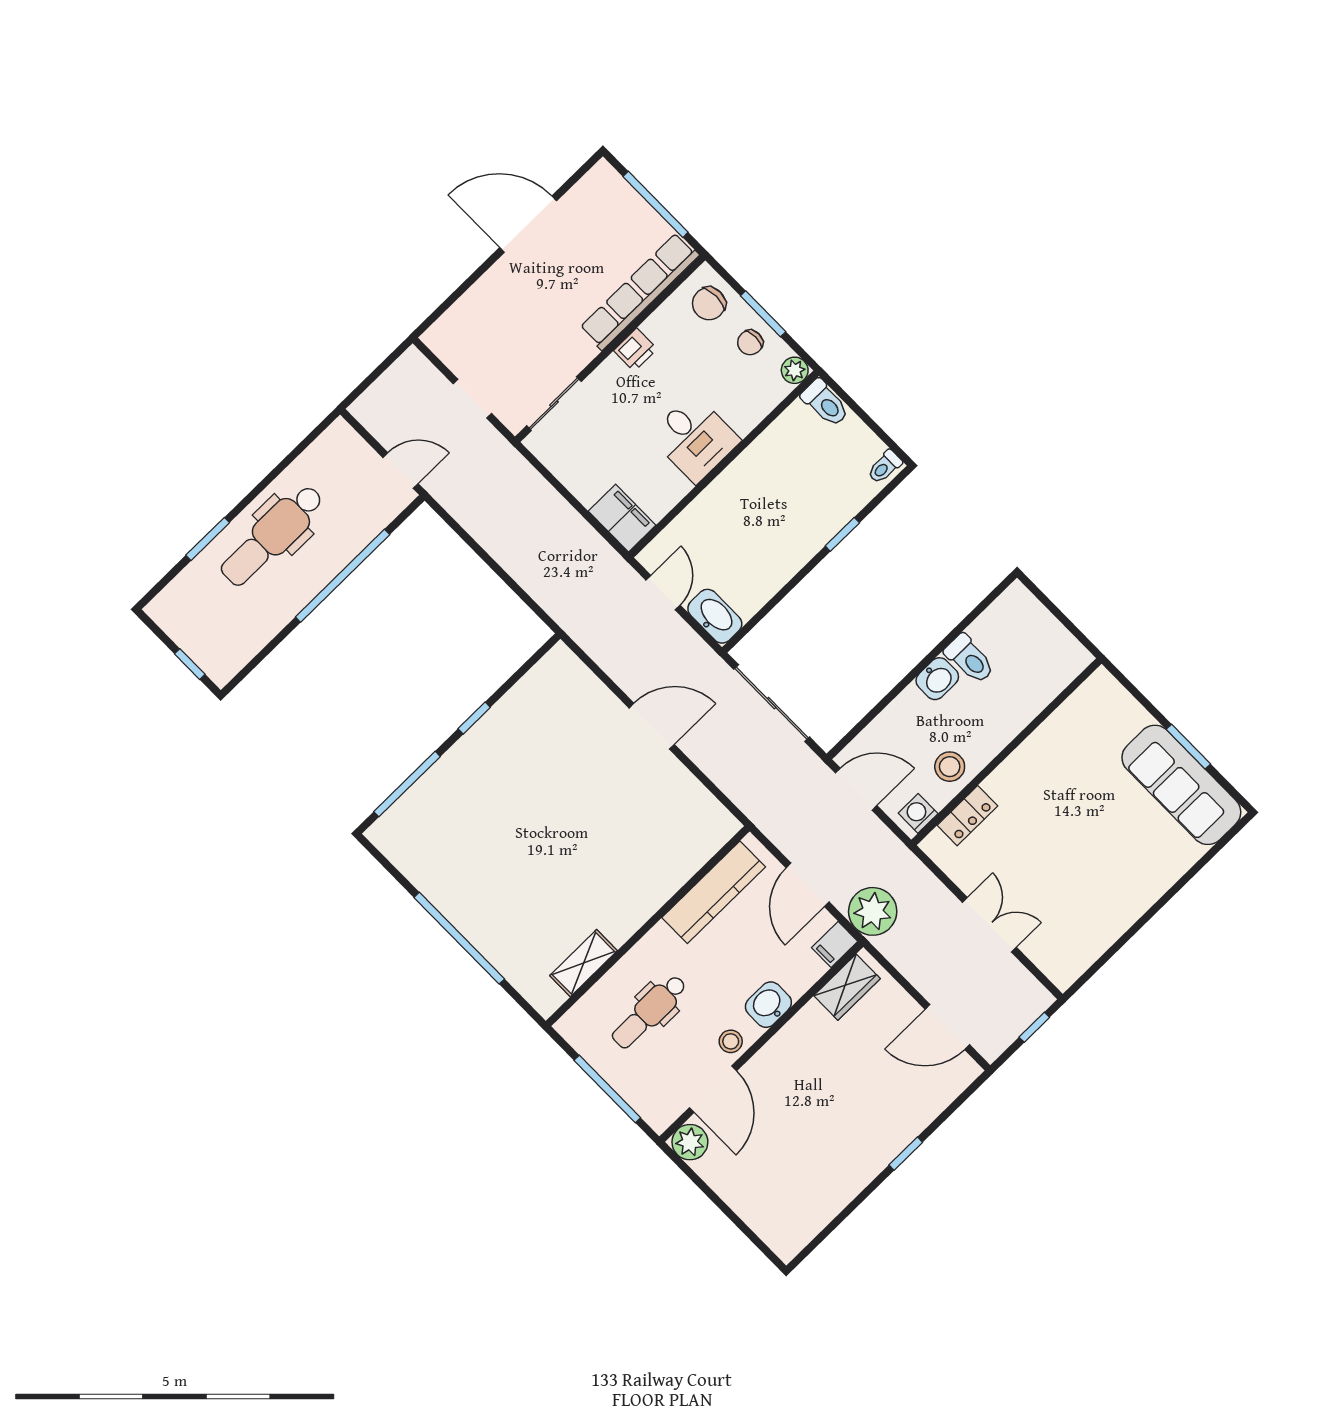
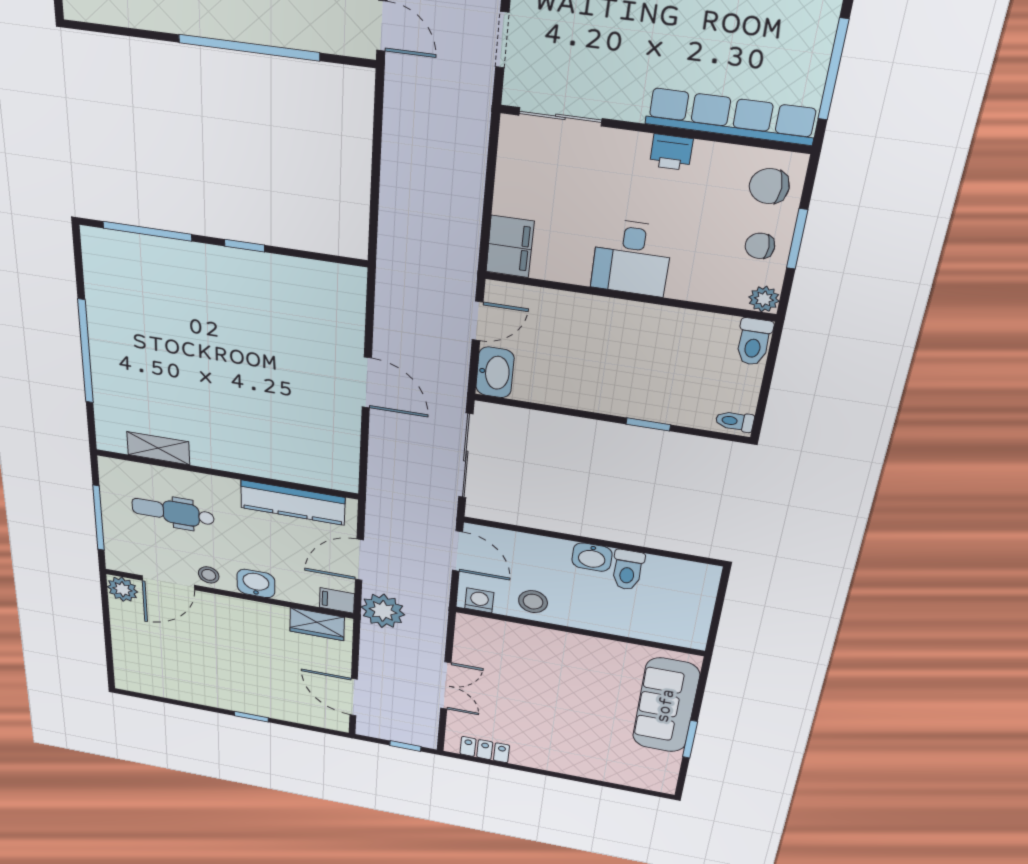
sofa: (1181, 785) -> (666, 706), moved
locker: (967, 816) -> (485, 750), moved, turned 180

